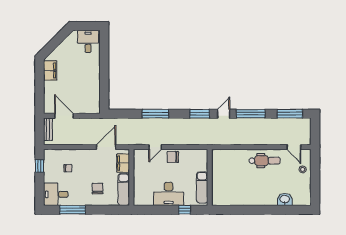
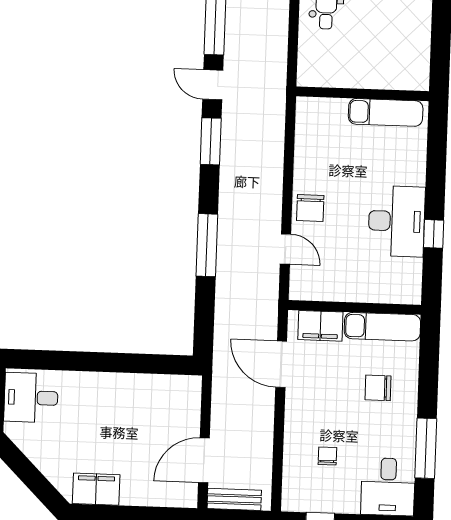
wall: (210, 177) -> (362, 94), moved
exam couch: (202, 187) -> (386, 112), moved
window: (185, 210) -> (434, 234), moved

